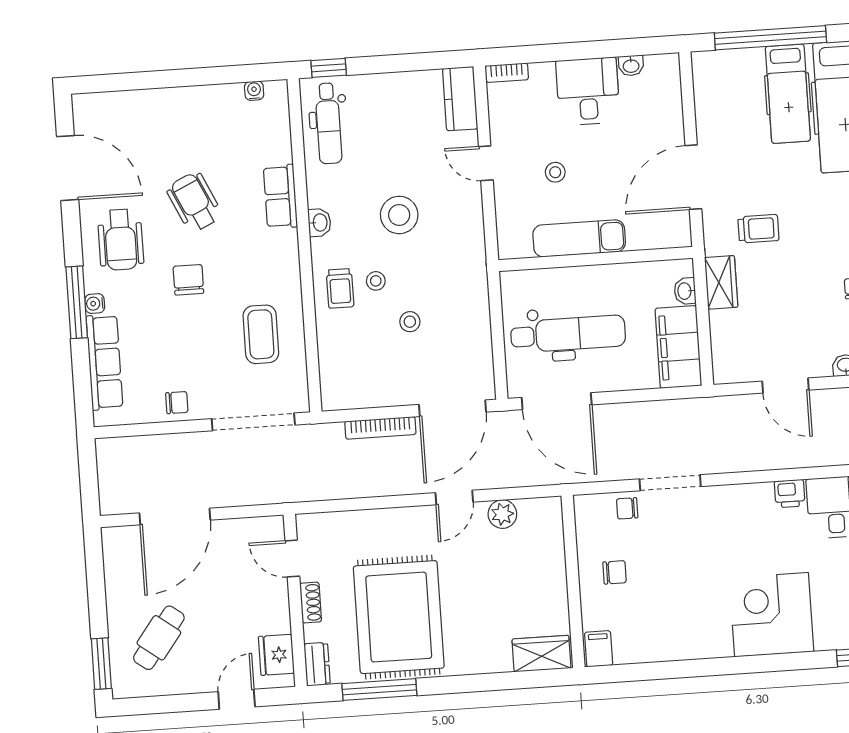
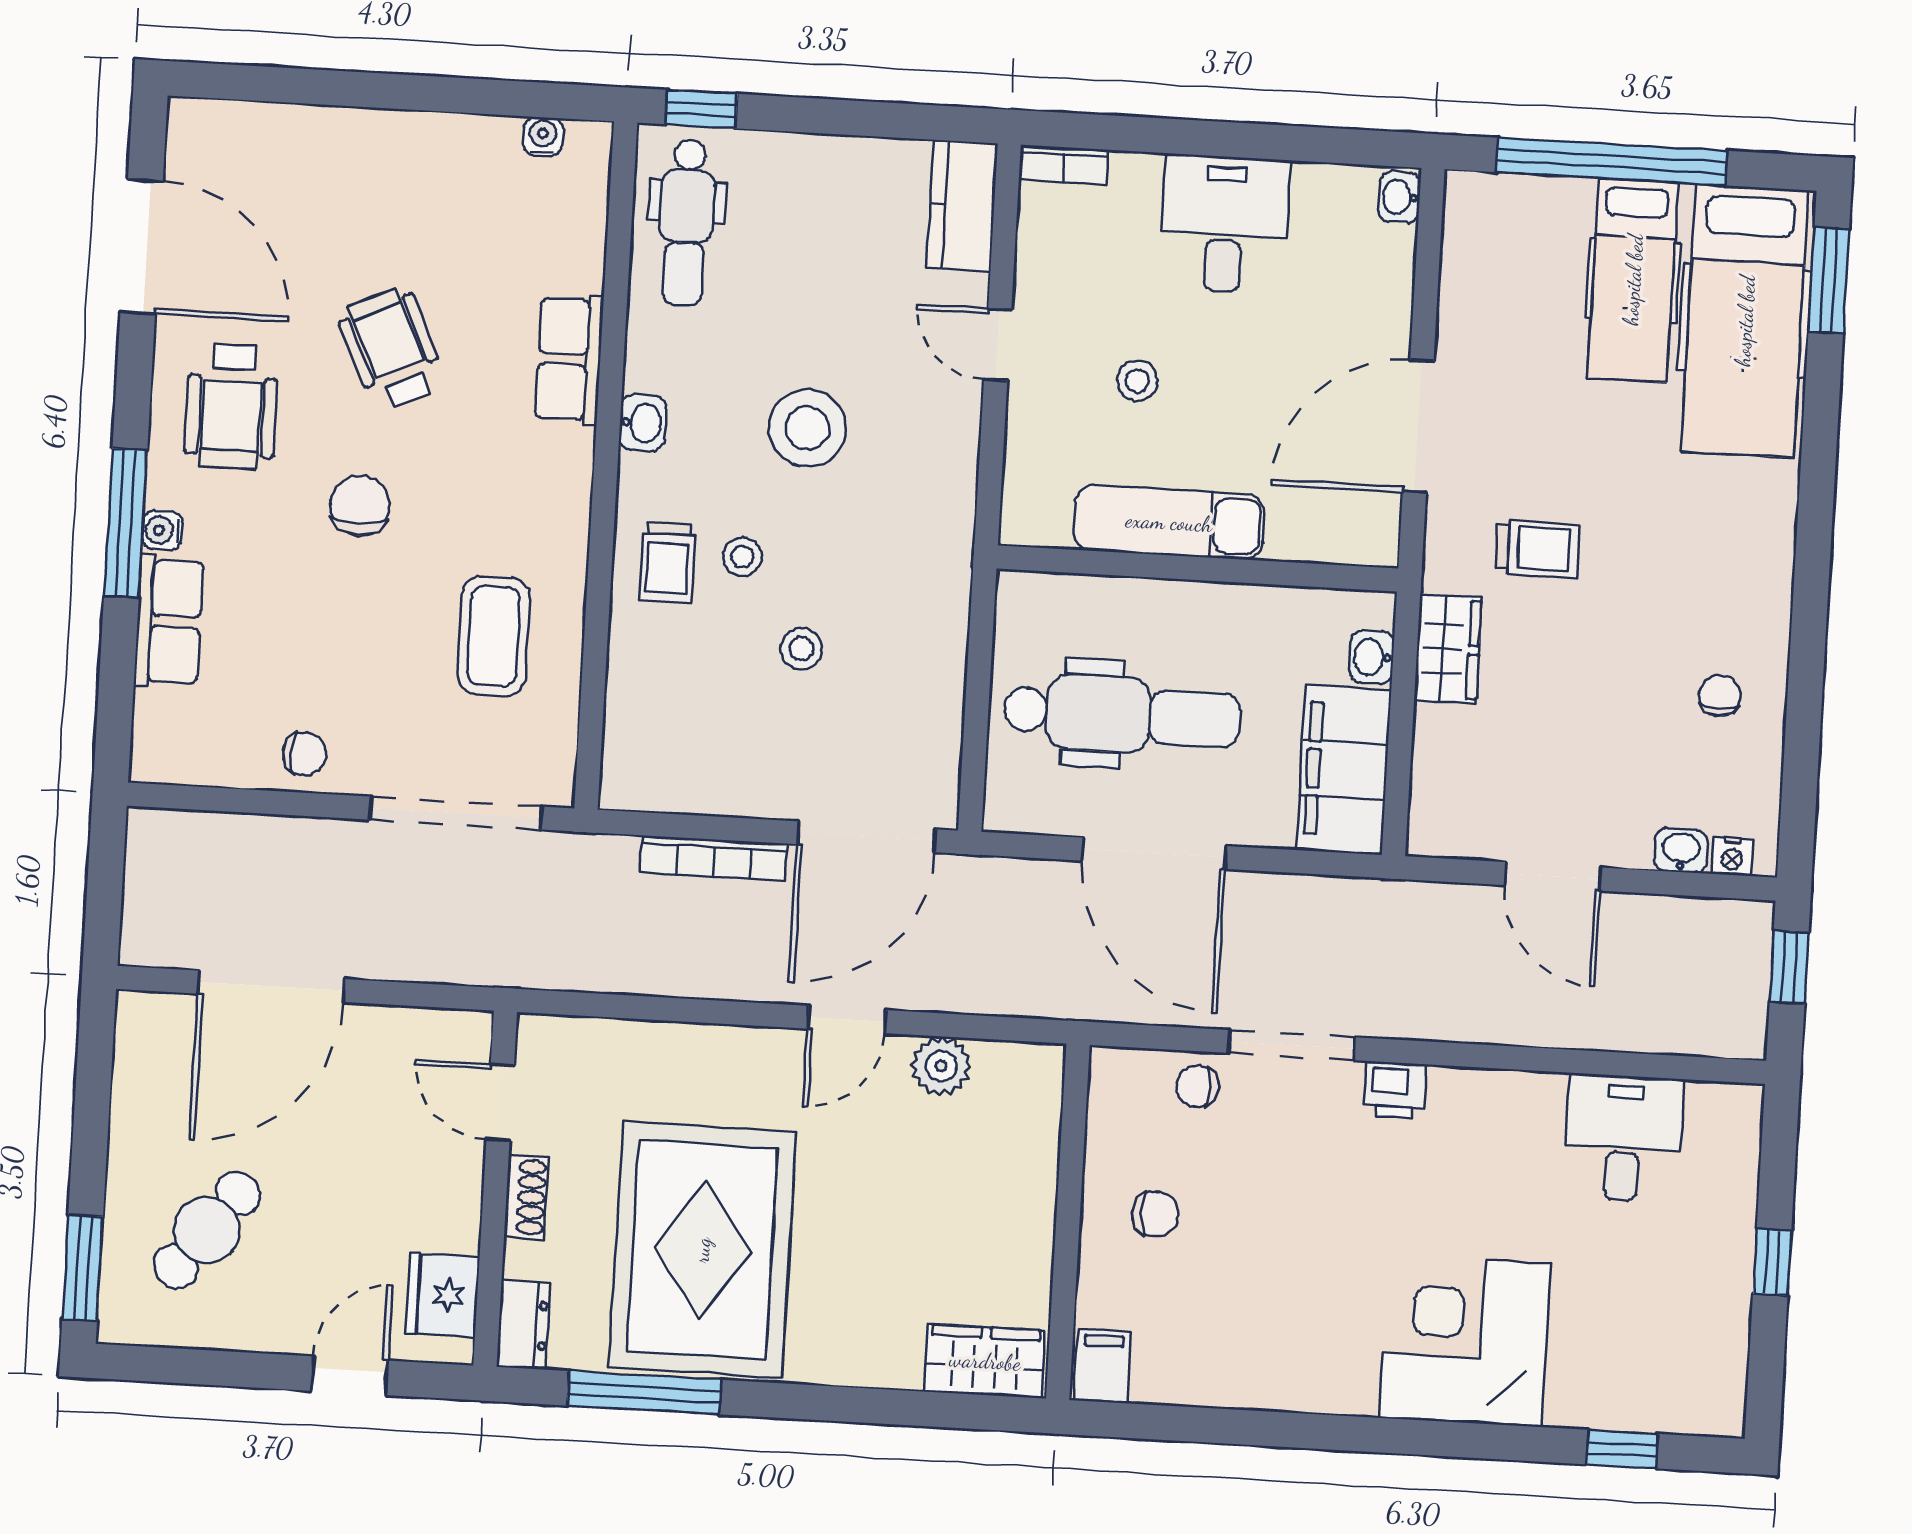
washbasin: (631, 66) -> (1399, 197), moved, turned 90
row of seats: (104, 362) -> (169, 621), width x0.68
door: (557, 401) -> (1154, 853), moved
printer: (790, 494) -> (1395, 1090), moved

